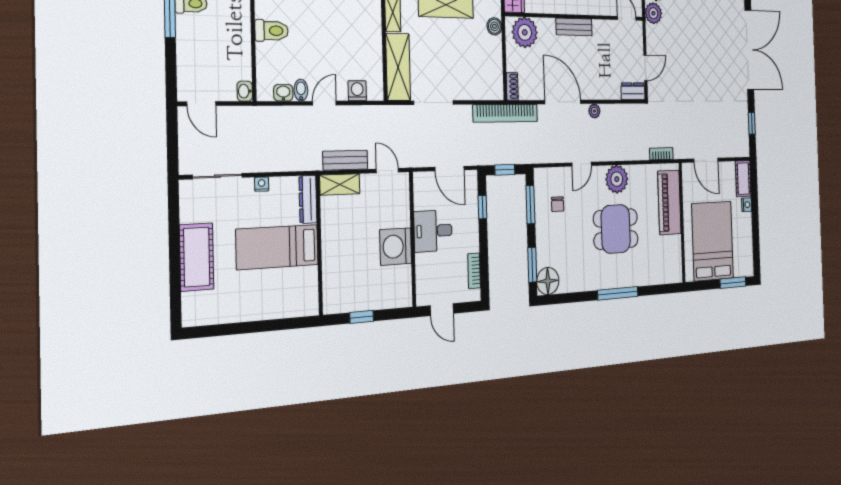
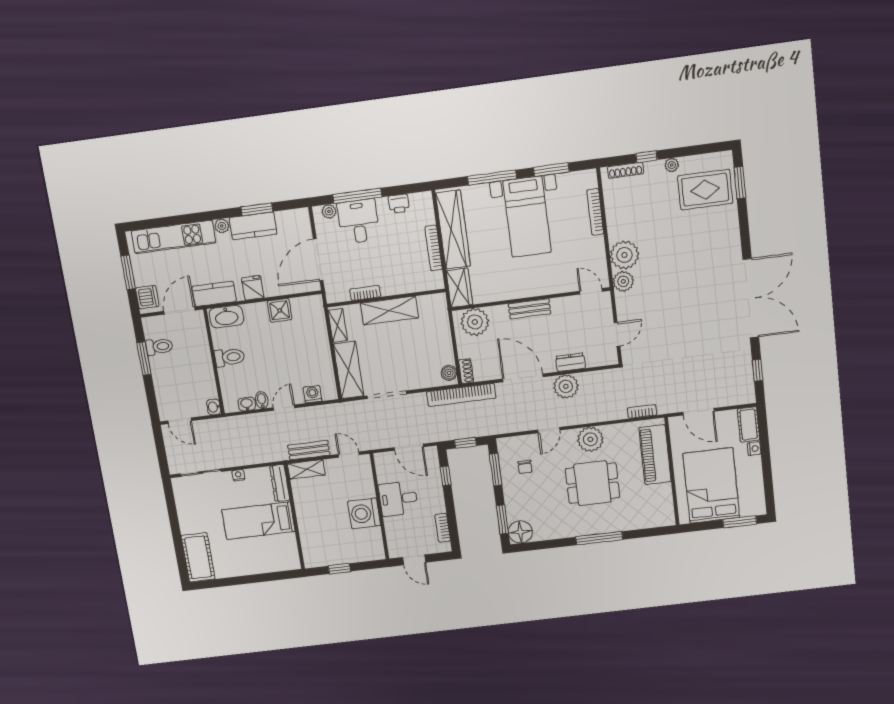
boiler: (494, 26) -> (449, 373), moved
dresser: (633, 91) -> (570, 362), moved
plant: (594, 111) -> (566, 386), width x1.88, depth x1.88
cot: (197, 257) -> (198, 557), moved

